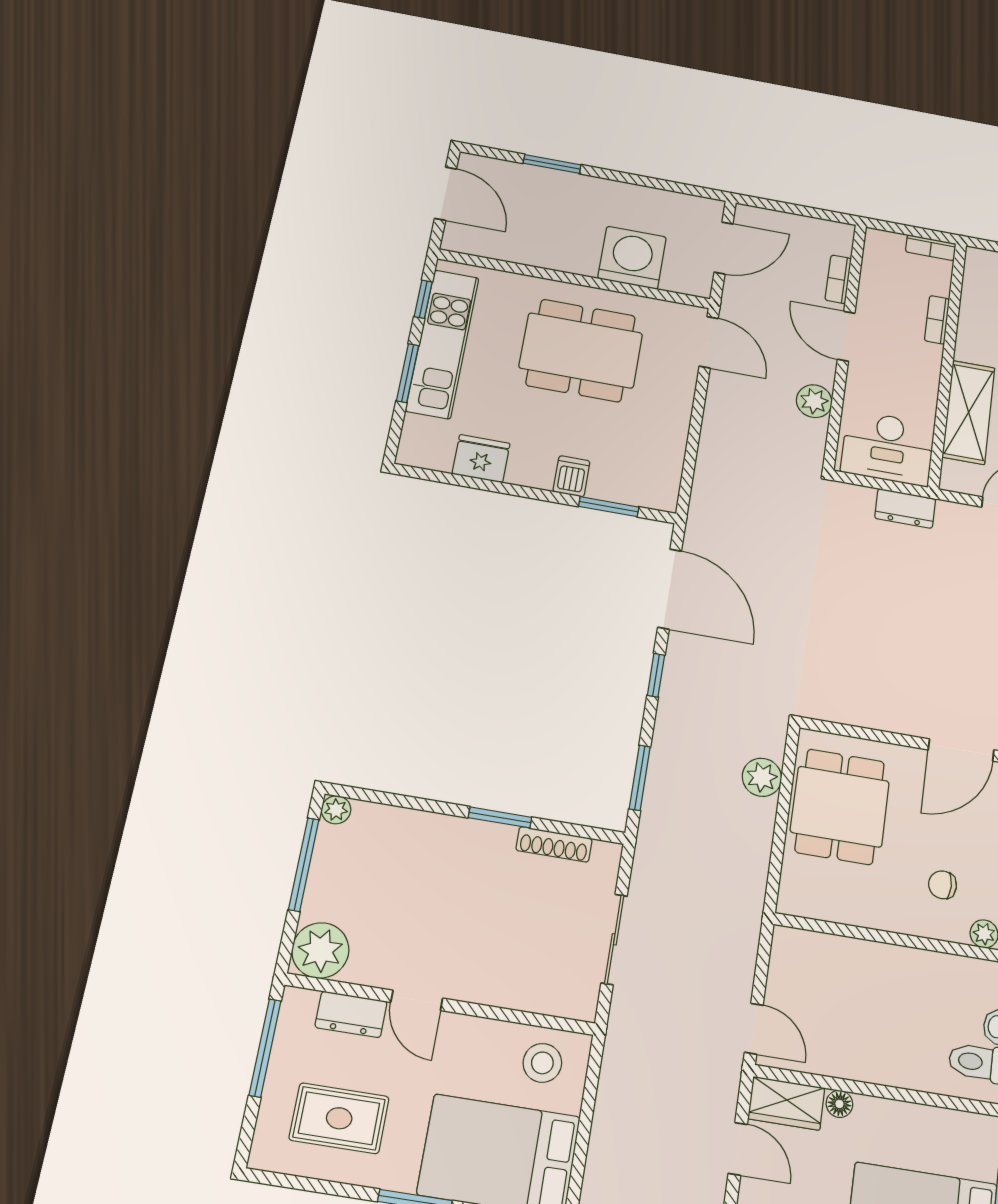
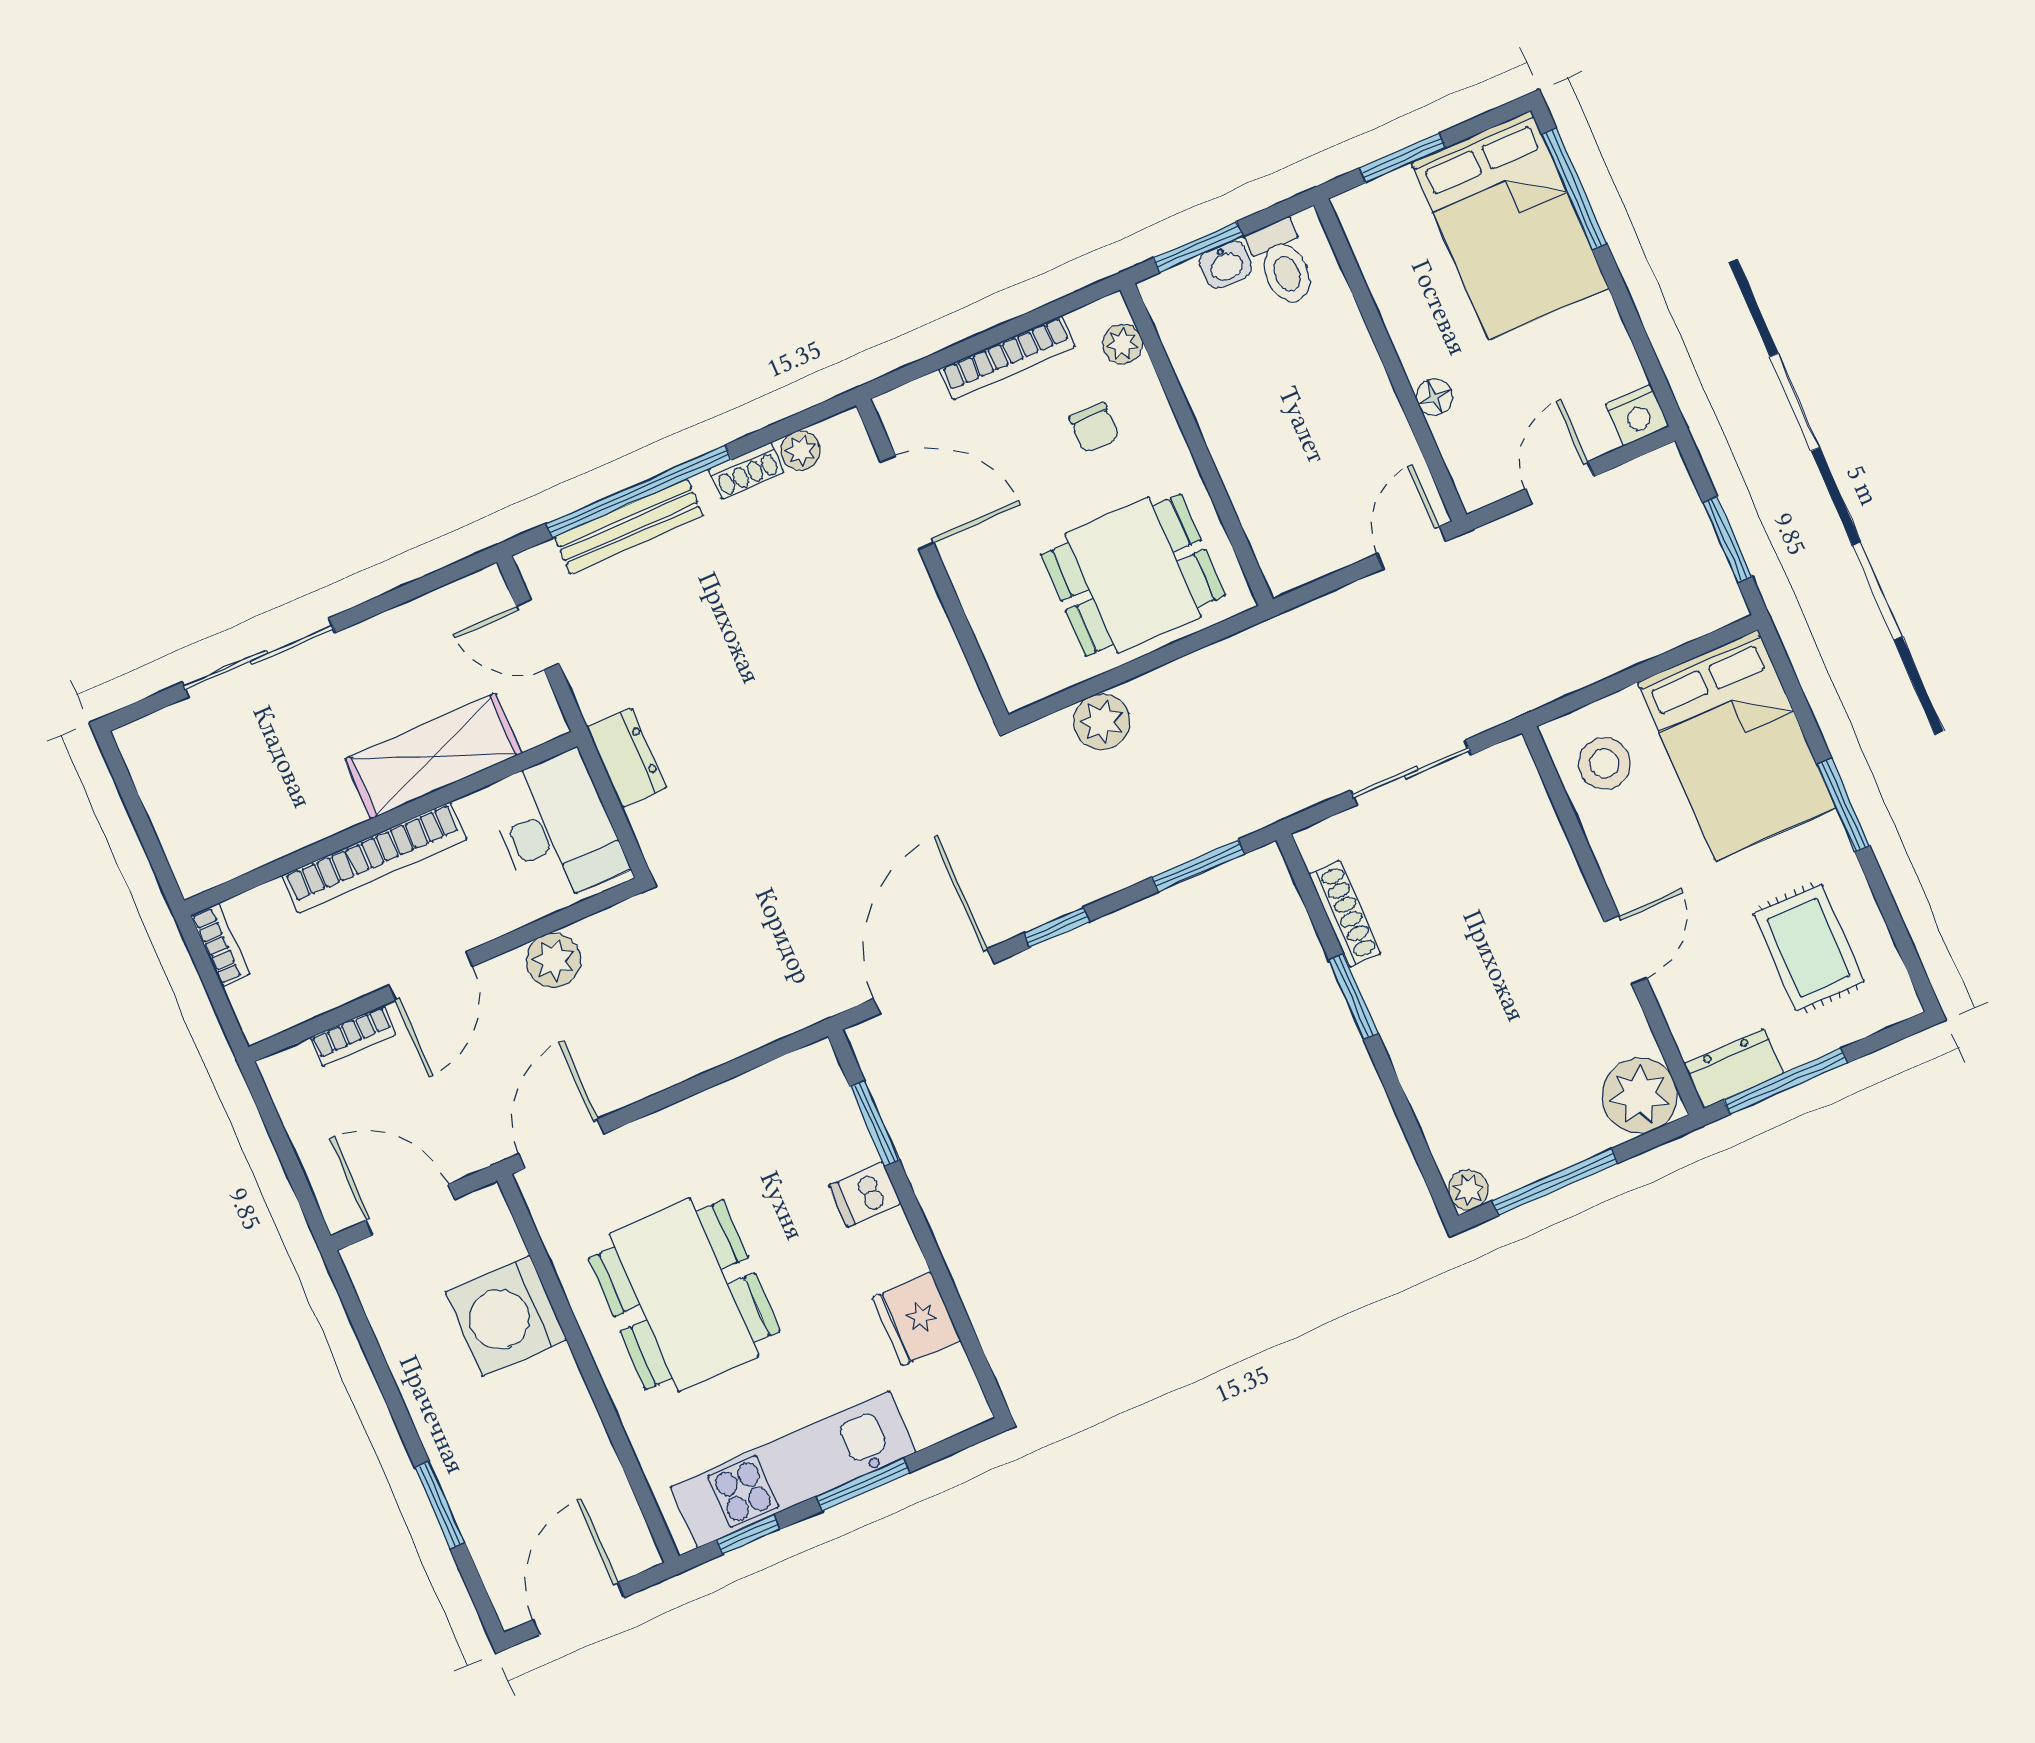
bookcase: (937, 320) -> (374, 858), width x2.31, depth x1.31
dining table: (840, 807) -> (1133, 575), moved
dresser: (351, 1014) -> (1734, 1069), moved, turned -90
wardrobe: (786, 1103) -> (1473, 458), removed

